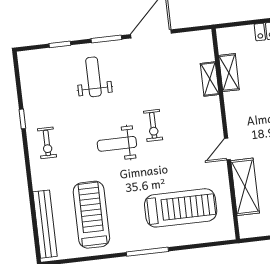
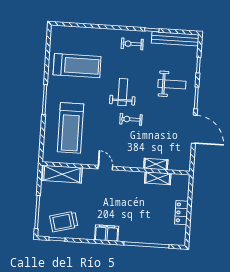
shelving: (245, 187) -> (62, 174), moved
bench: (45, 224) -> (175, 39), moved

